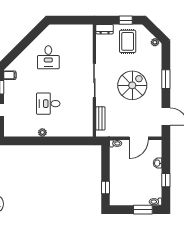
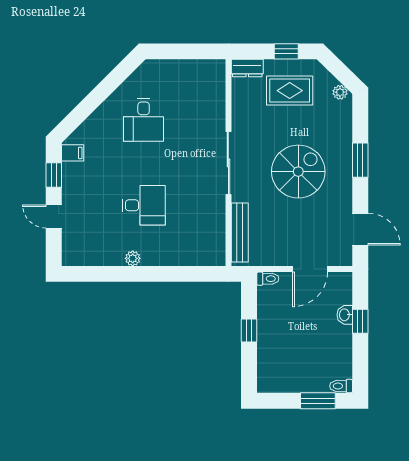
rug: (128, 41) -> (290, 91), turned 90
desk: (48, 104) -> (144, 205), turned 180
bench: (100, 118) -> (240, 233), width x1.36
window: (166, 180) -> (360, 321), moved
window: (106, 187) -> (249, 330), moved

